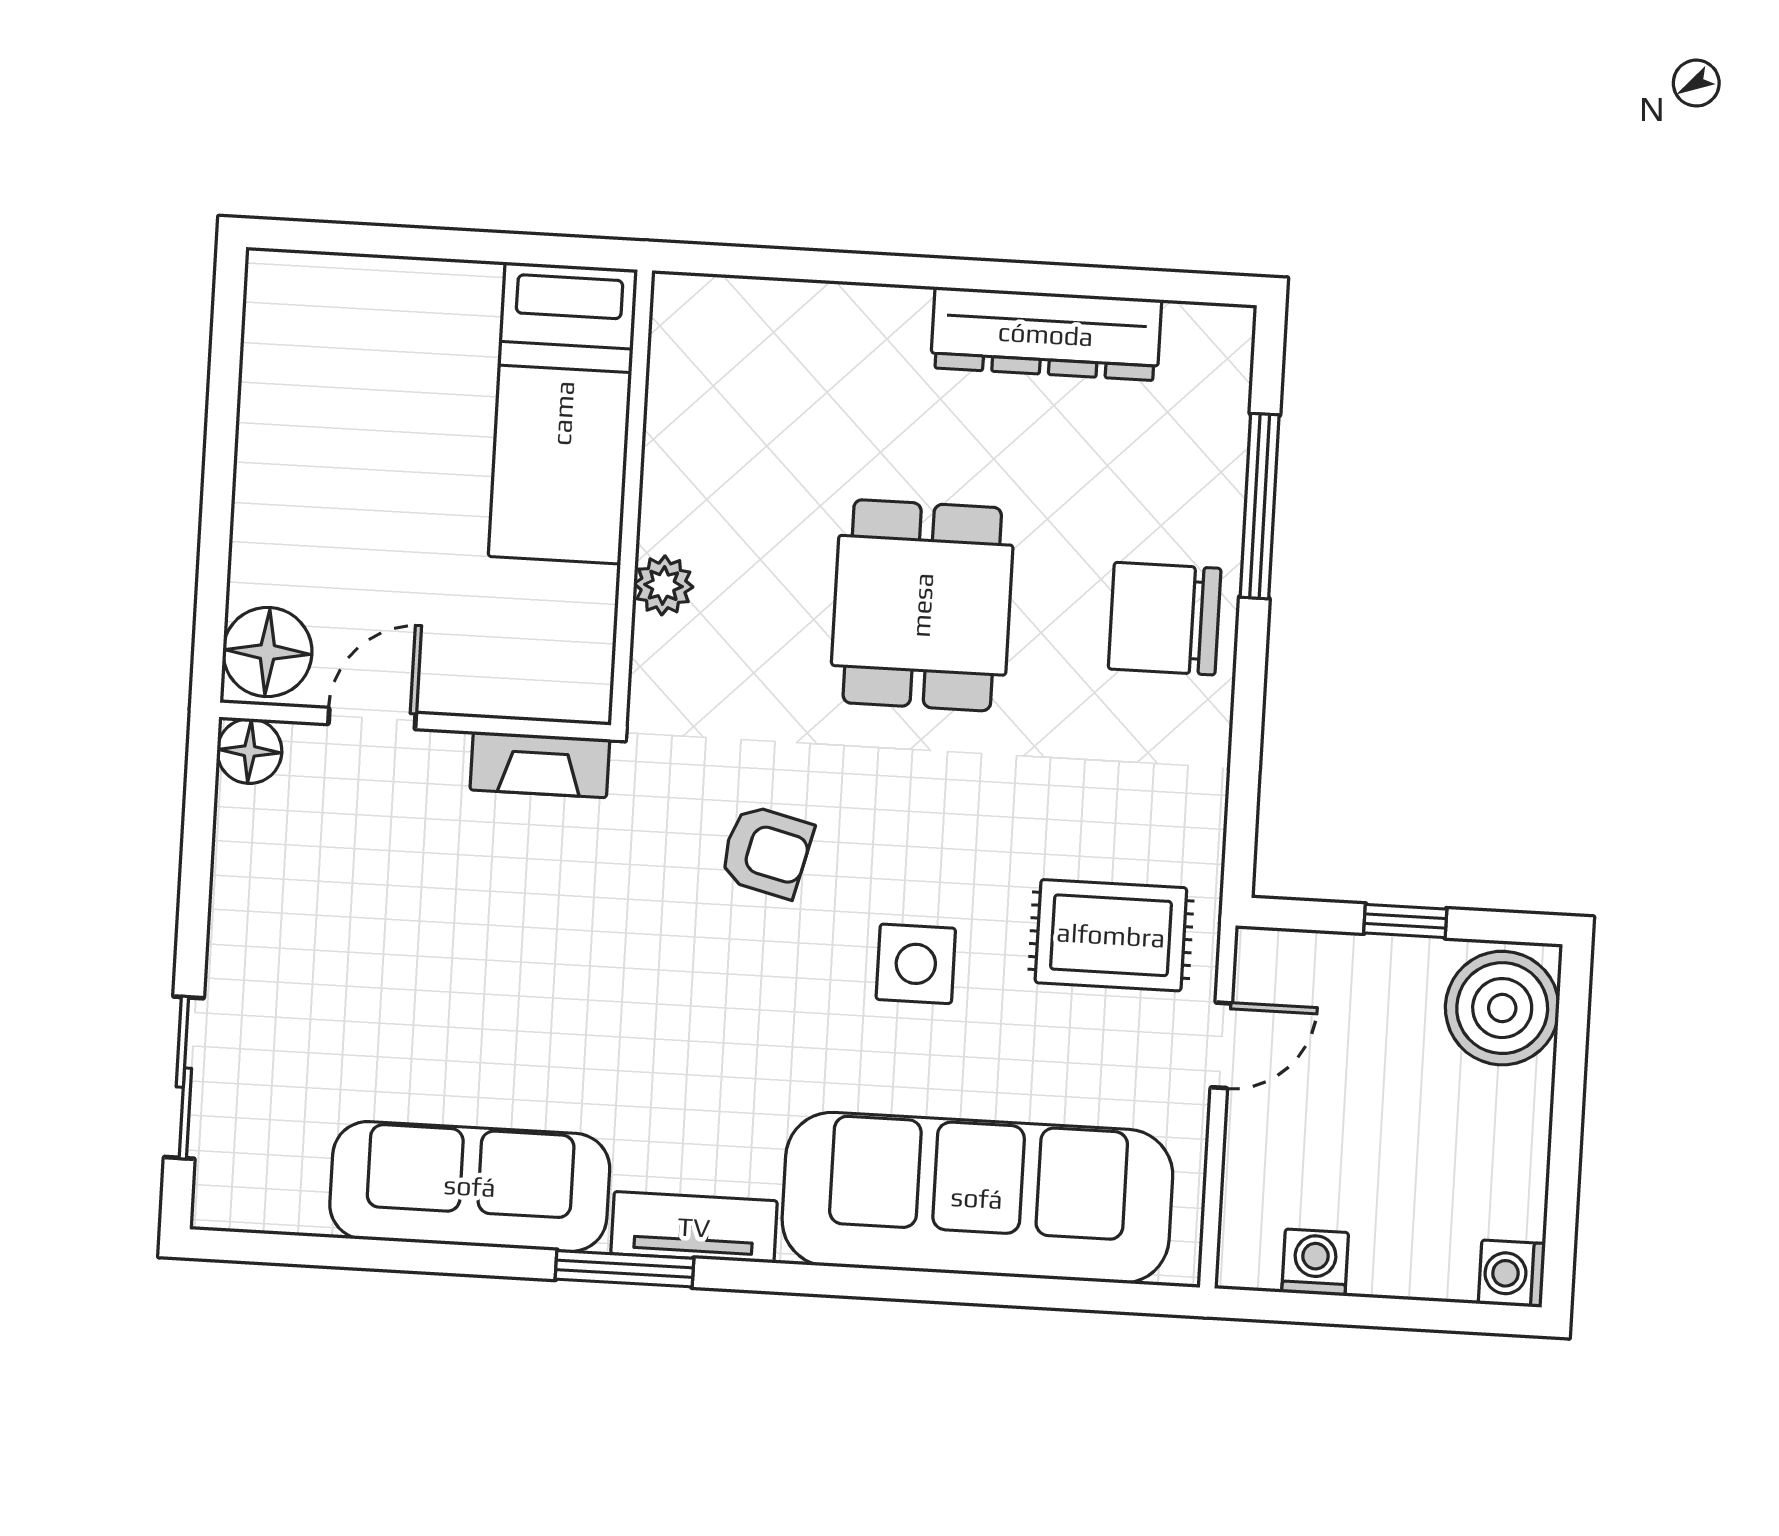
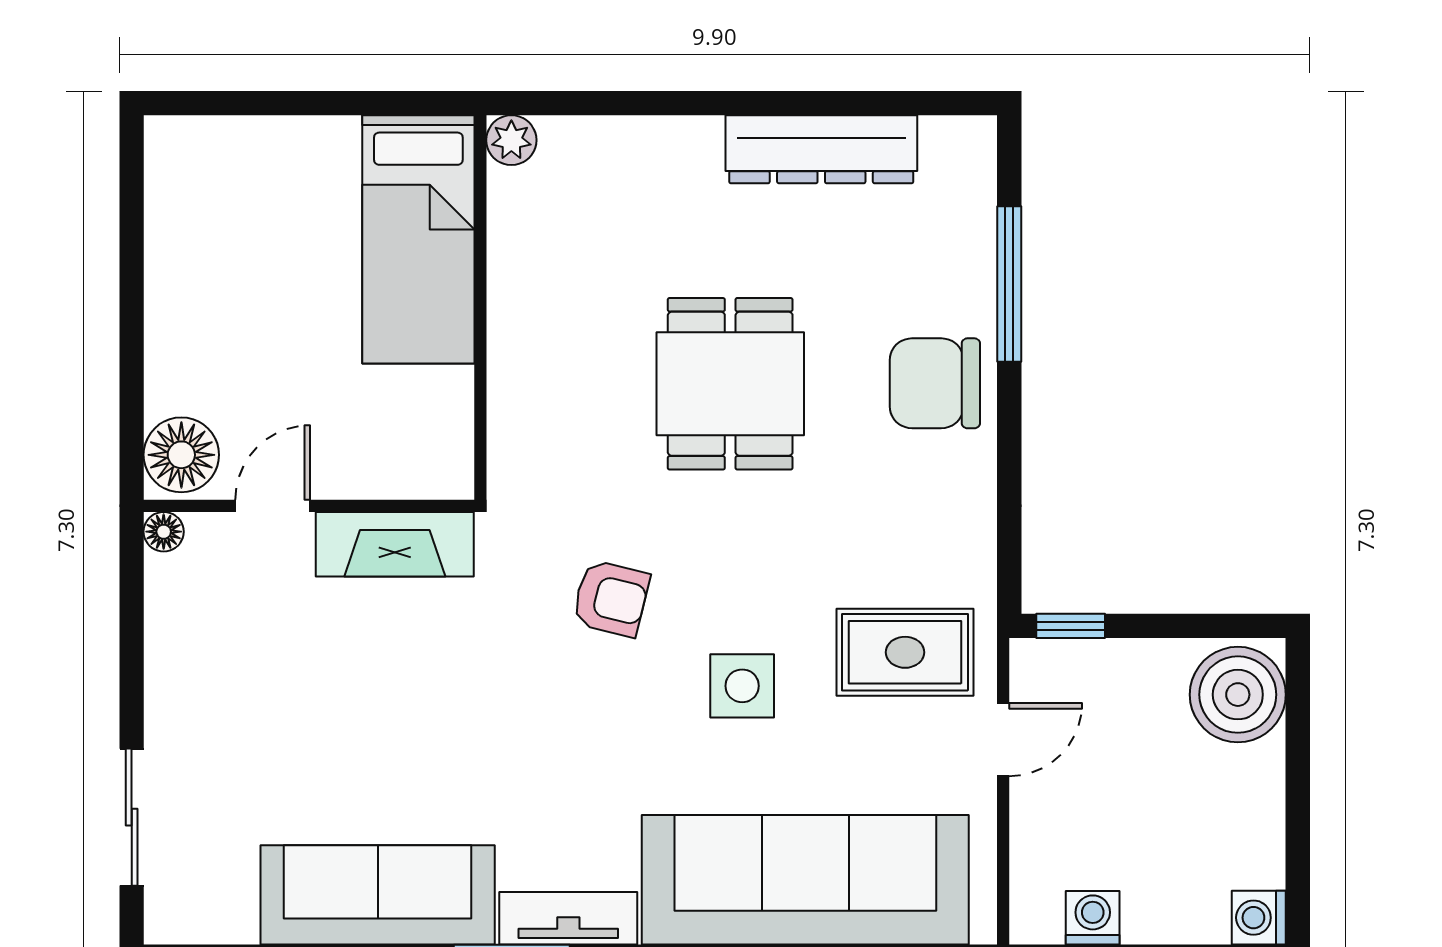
plant: (663, 585) -> (511, 140), moved
floor lamp: (249, 751) -> (164, 532), width x0.73, depth x0.73
fireplace: (540, 765) -> (395, 544), width x1.37, depth x1.32
window: (1405, 921) -> (1071, 626), moved

